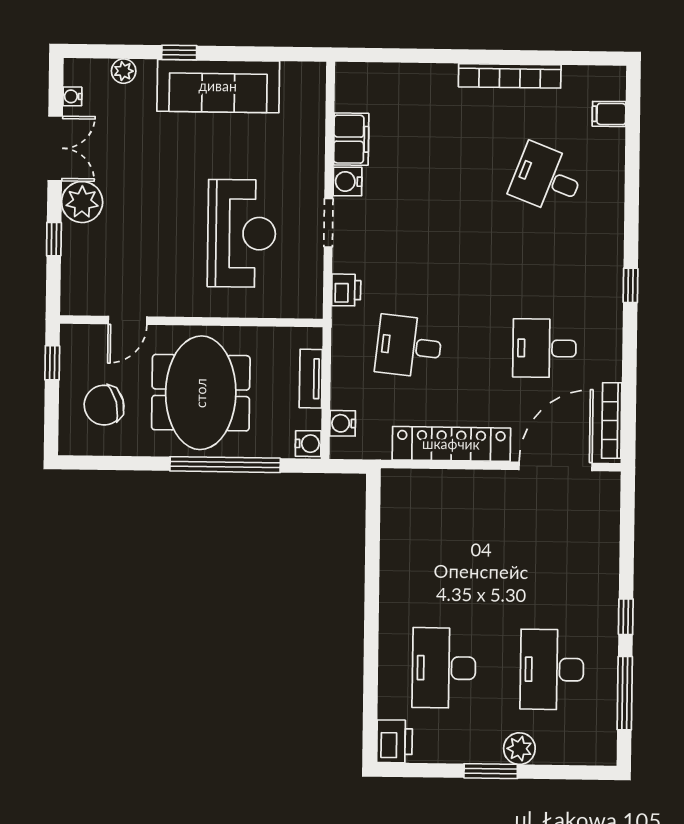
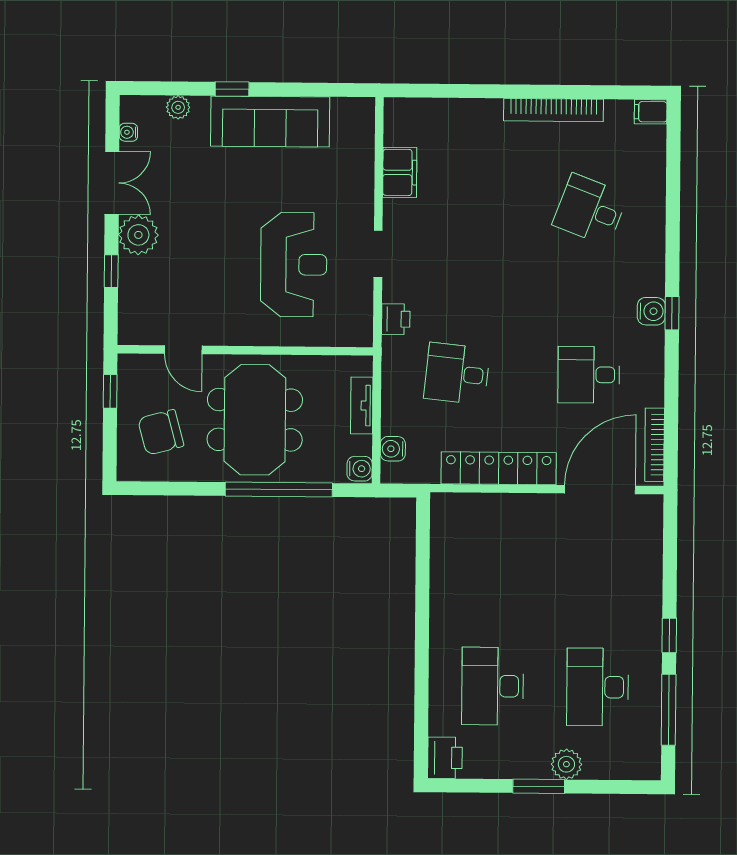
filing cabinet: (609, 114) -> (651, 112), moved
water cooler: (348, 182) -> (651, 311), moved, turned 180
door: (128, 320) -> (183, 350), hinge flipped

